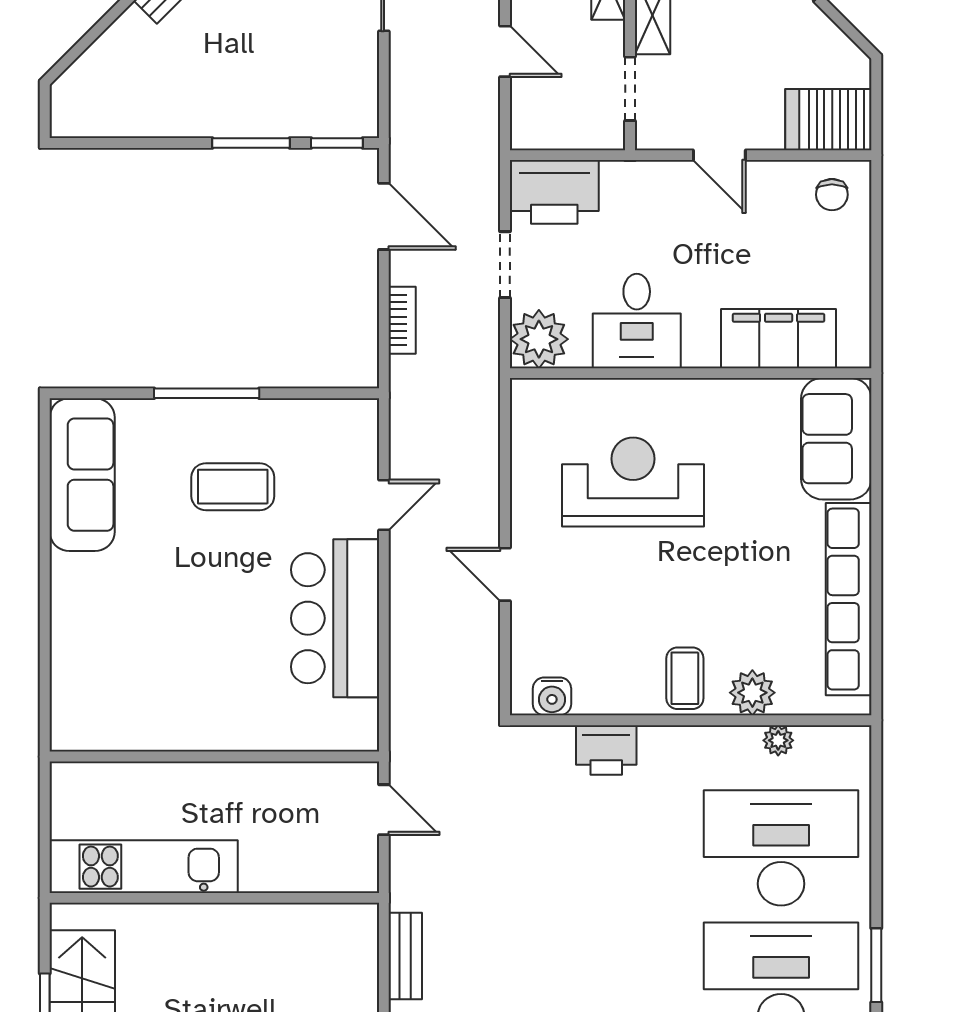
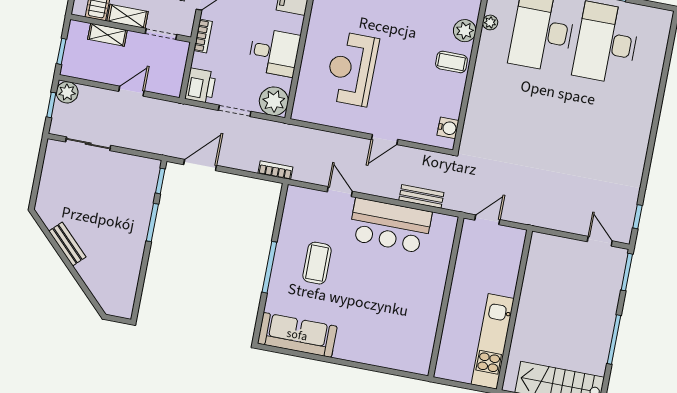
bookcase: (642, 173) -> (203, 36), added
printer: (554, 192) -> (200, 86), width x0.73, depth x0.84
bookcase: (402, 320) -> (275, 170), moved
printer: (606, 750) -> (479, 107), removed
bench: (405, 956) -> (421, 196), moved

